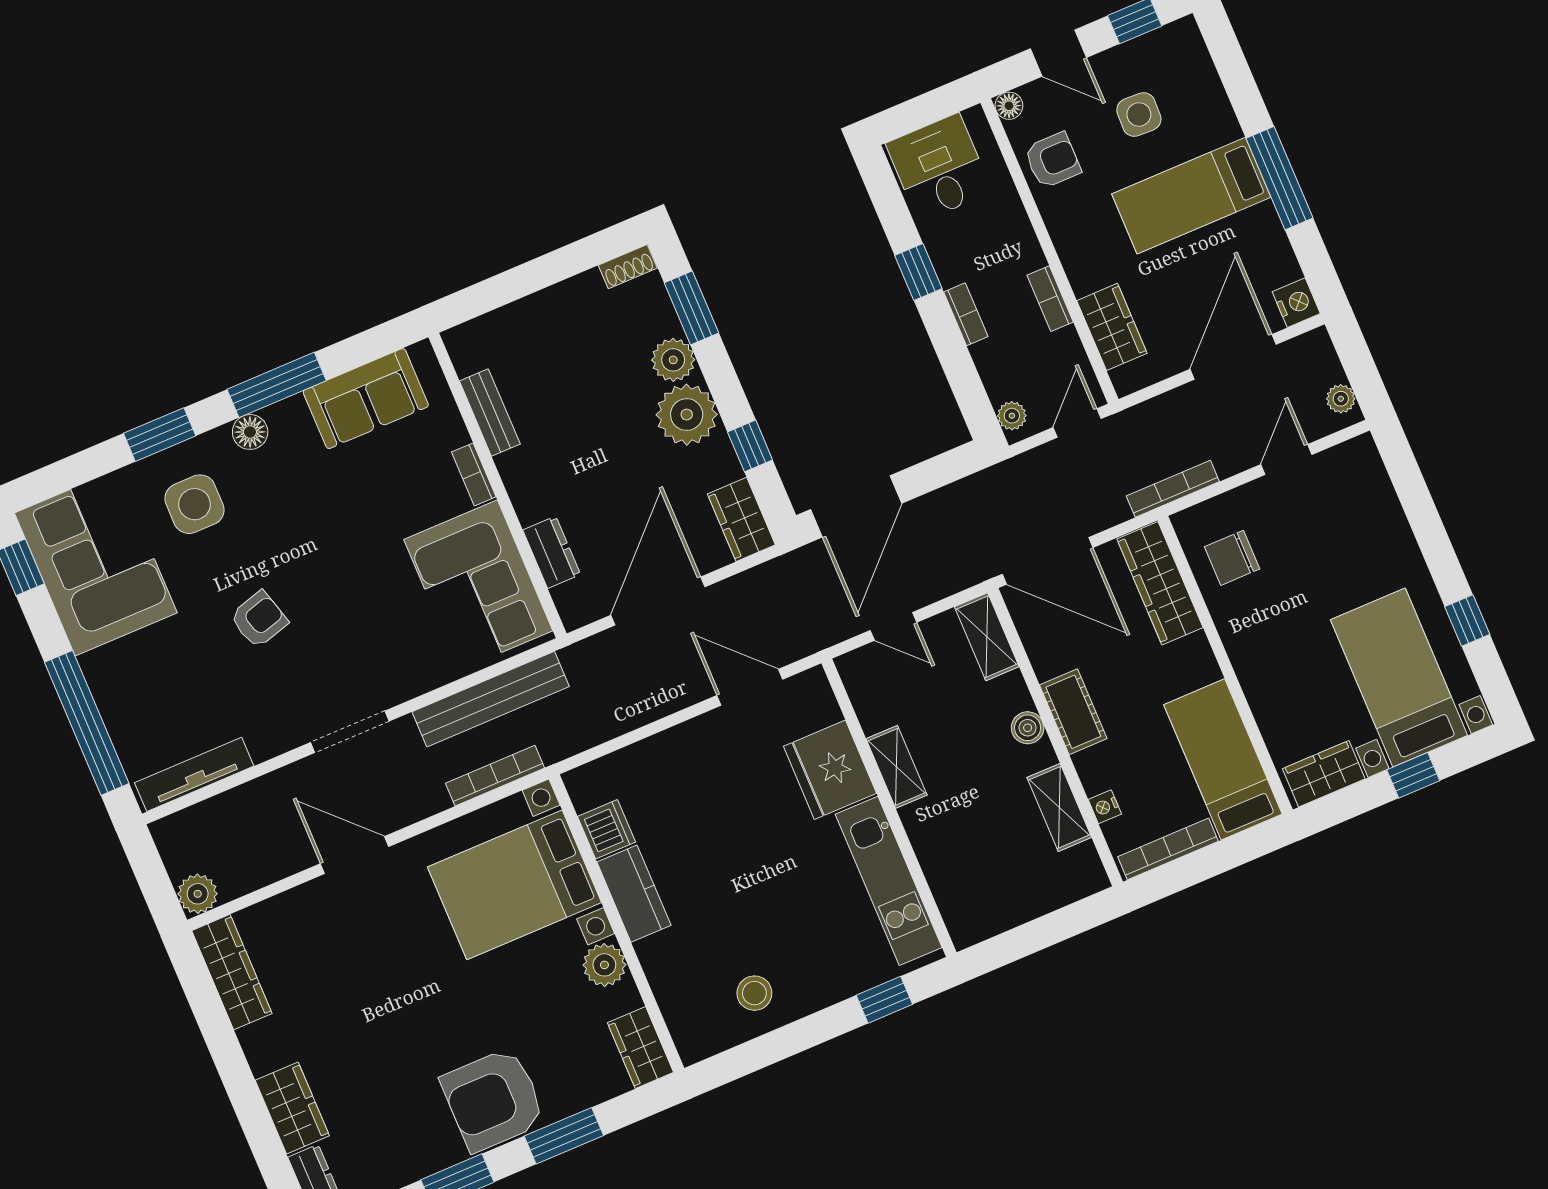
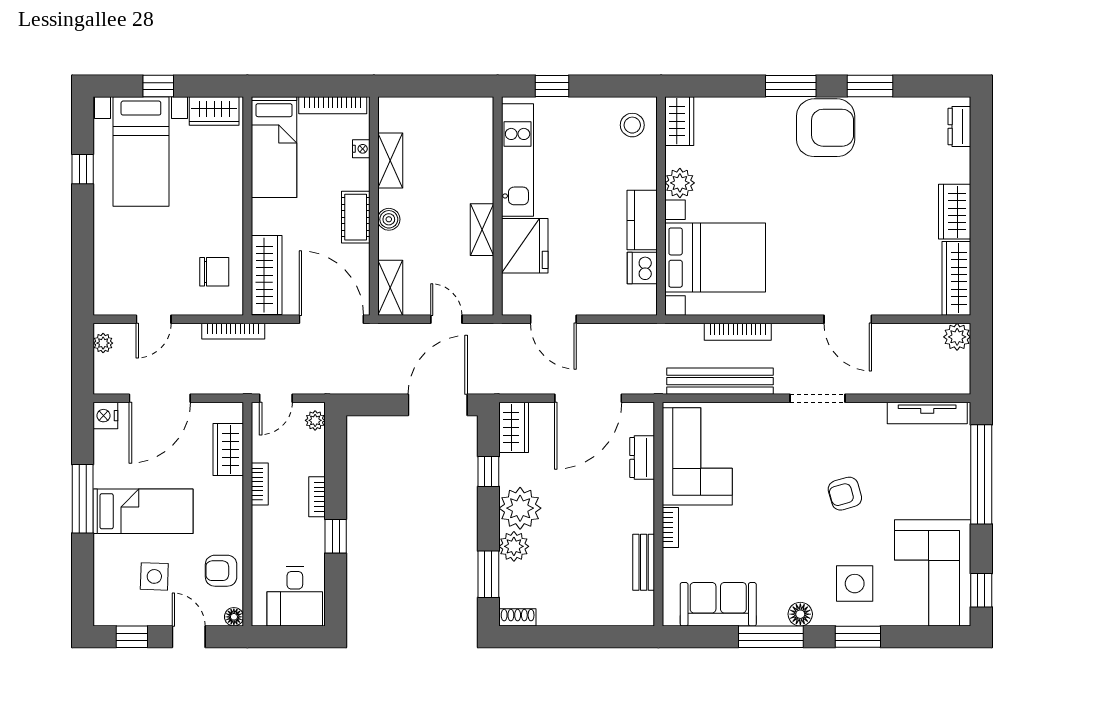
dishwasher: (607, 829) -> (642, 268), moved
bed with nightstands: (514, 885) -> (715, 258), moved
kitchen counter: (634, 894) -> (642, 220), moved
wall: (617, 923) -> (661, 206), moved
plant: (604, 965) -> (680, 183), moved
wardrobe: (640, 1048) -> (679, 121), moved
wardrobe: (292, 1108) -> (955, 212), moved

